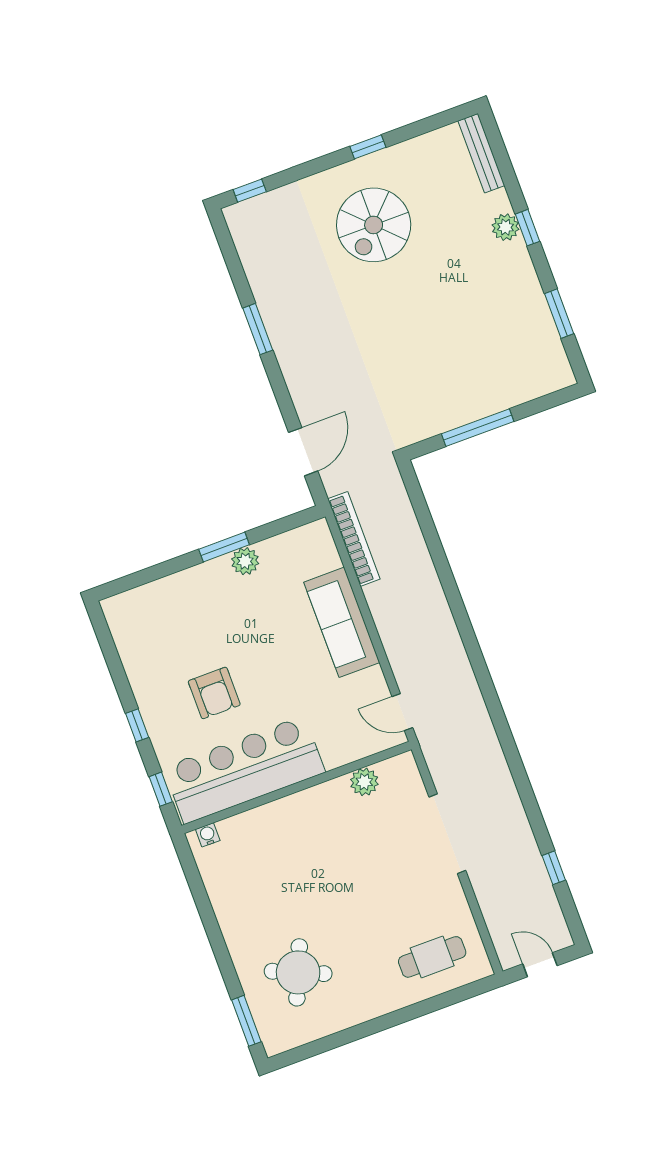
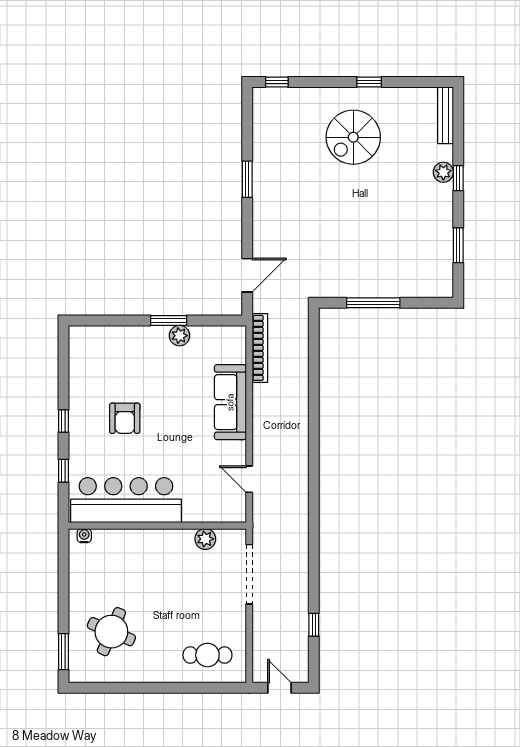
bar counter: (244, 770) -> (126, 500), moved
plant: (364, 782) -> (205, 539), moved
wall: (297, 788) -> (157, 526), moved
water cooler: (208, 835) -> (84, 536), moved

